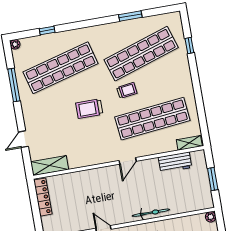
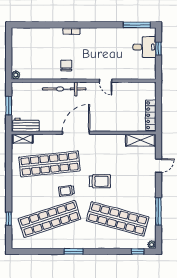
window: (130, 16) -> (74, 251), moved
window: (47, 31) -> (138, 251), moved
shop shelf: (61, 68) -> (118, 219), turned 30
door: (128, 161) -> (76, 133), width x1.88
workbench: (175, 162) -> (26, 125), moved
bicycle: (151, 213) -> (64, 89), width x1.37, depth x1.40

